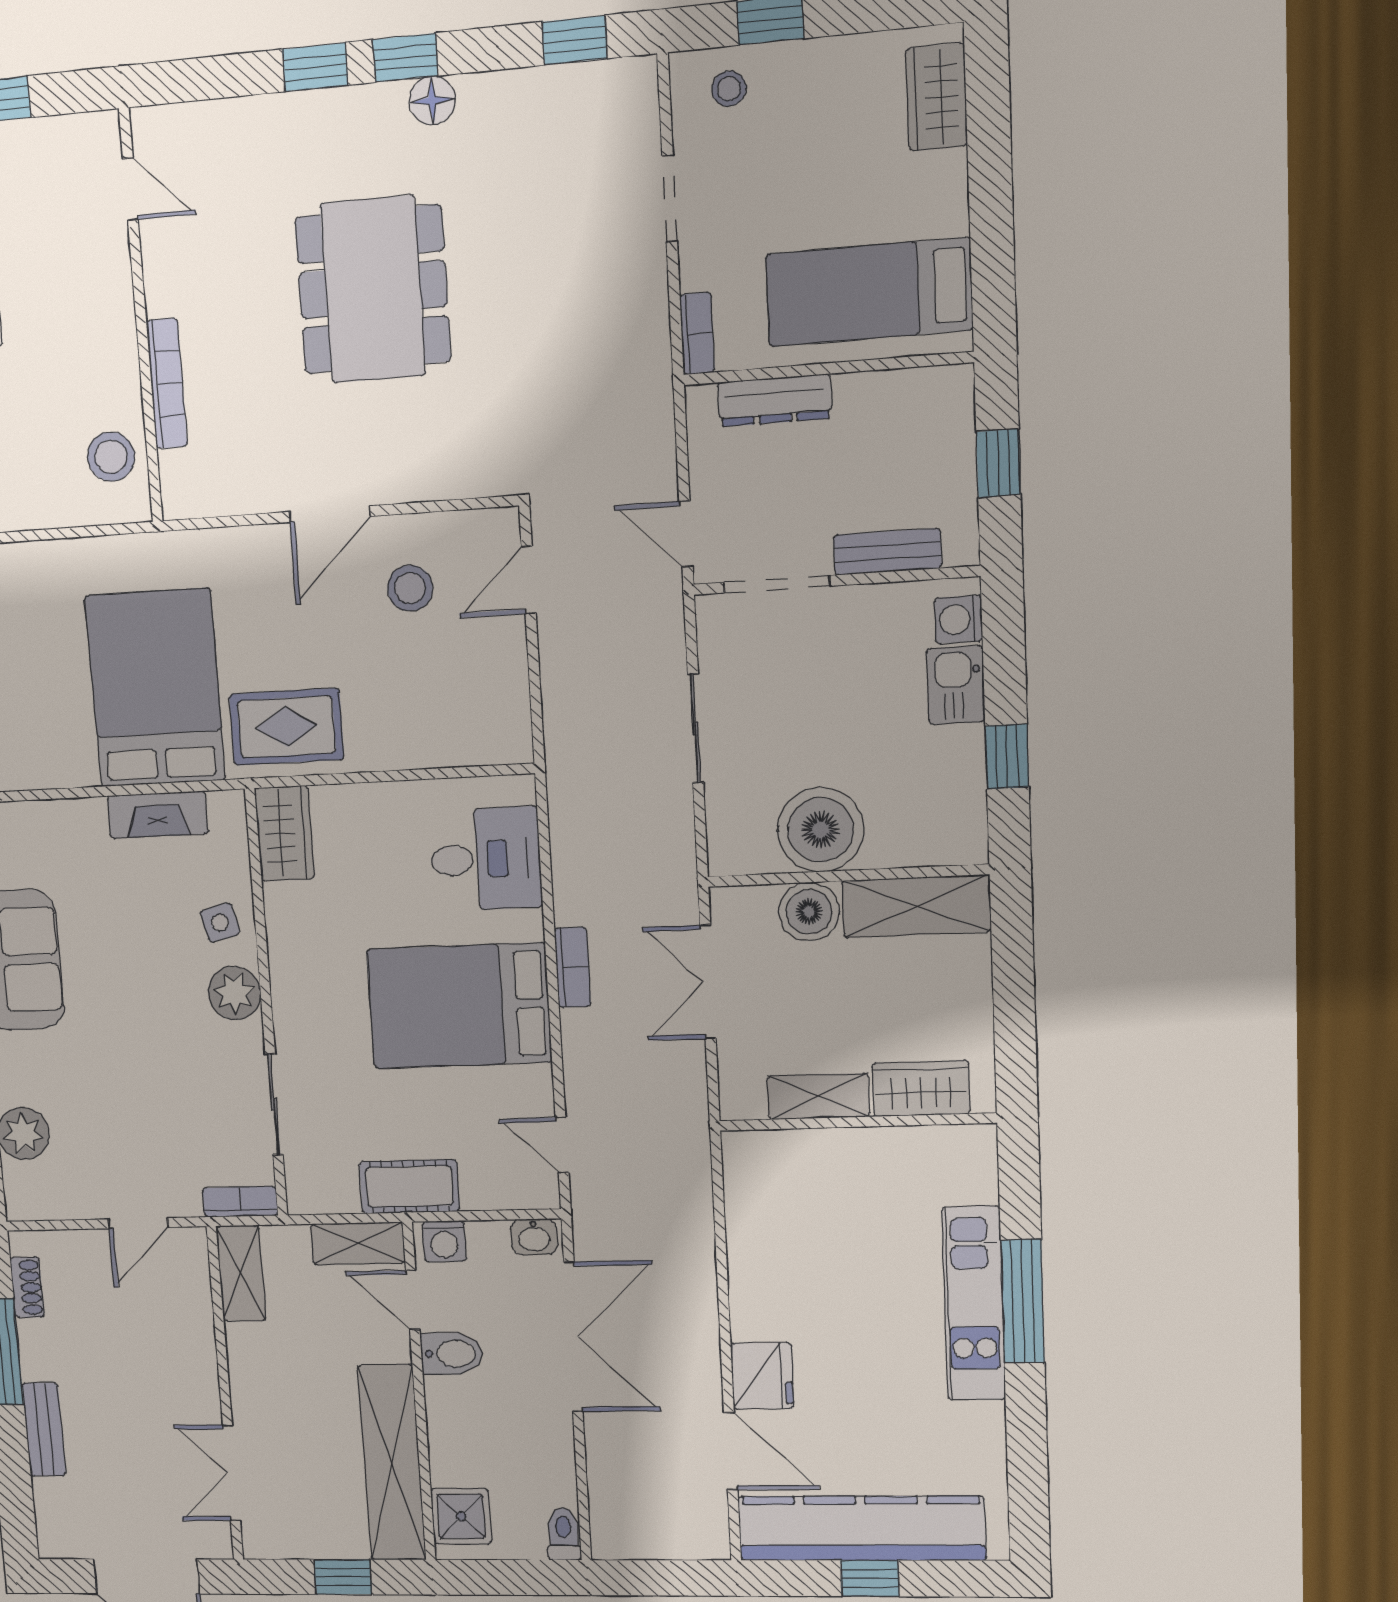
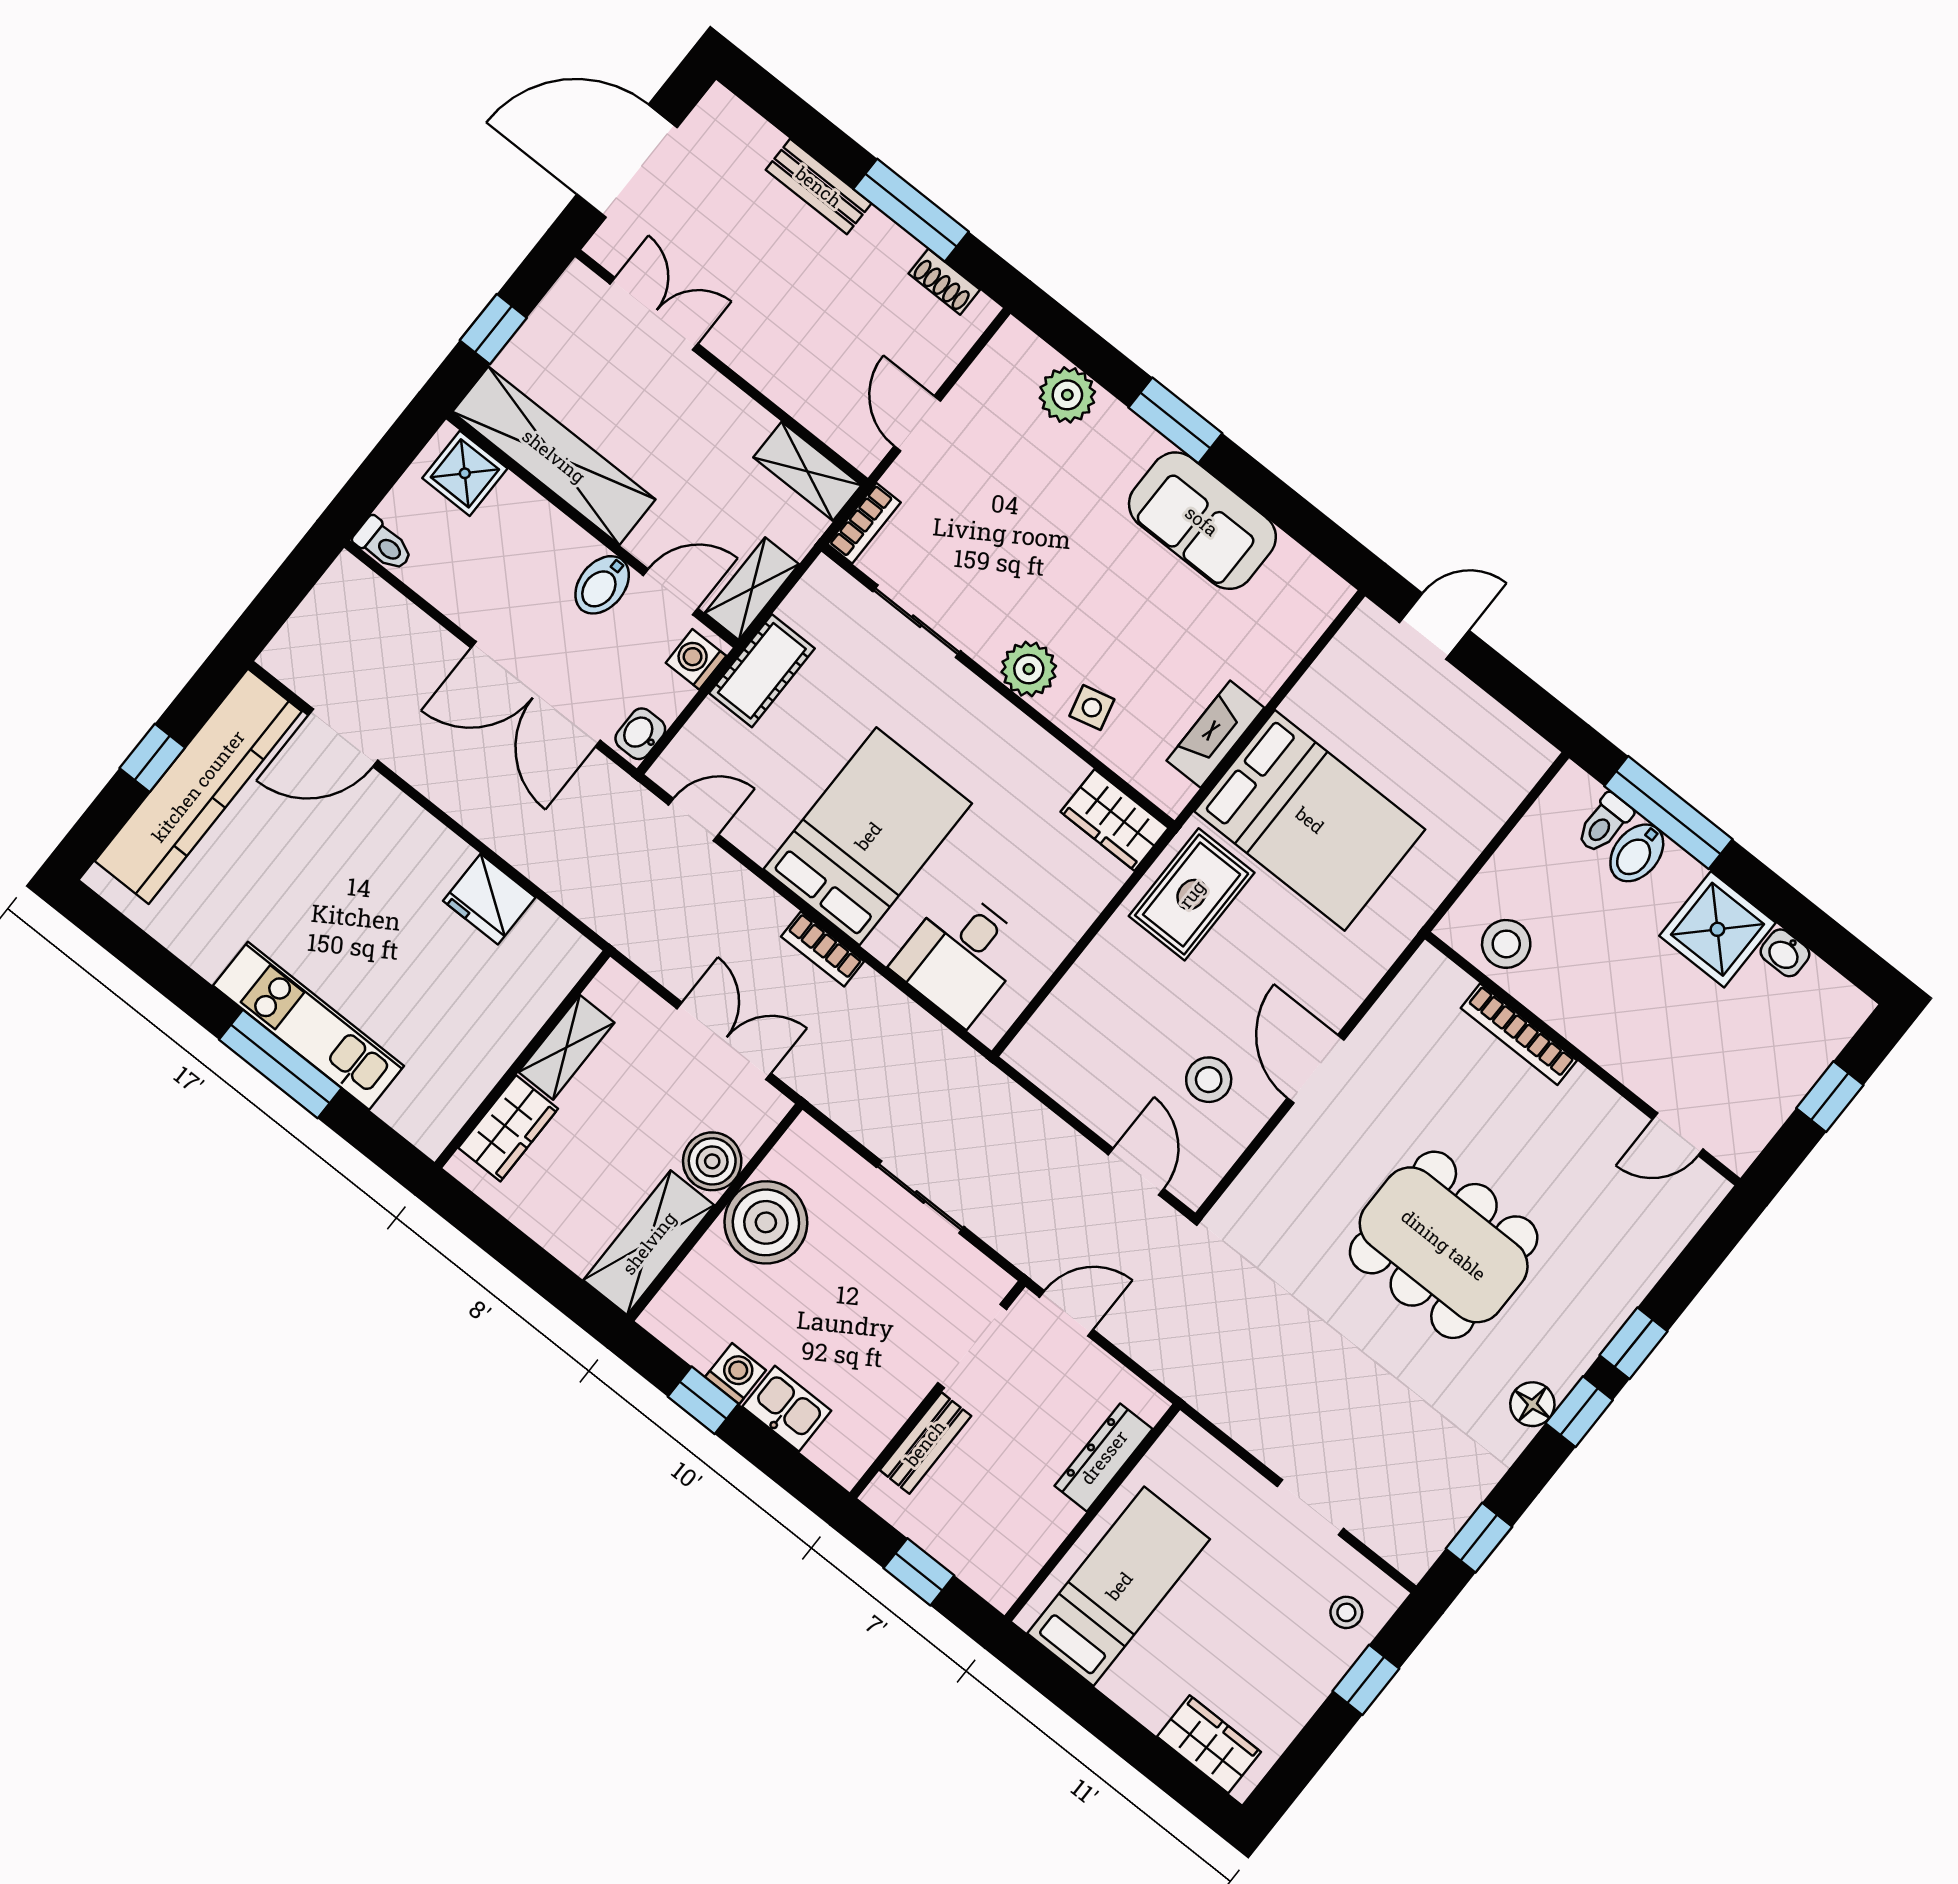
bookcase: (697, 333) -> (1200, 1445), removed
washing machine: (958, 619) -> (736, 1374), moved
fridge: (762, 1376) -> (489, 899), moved

